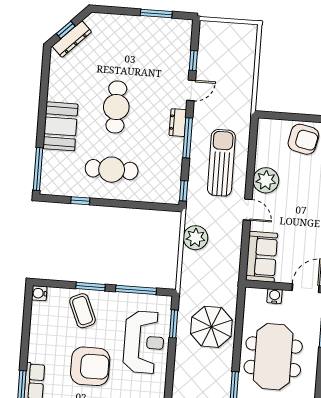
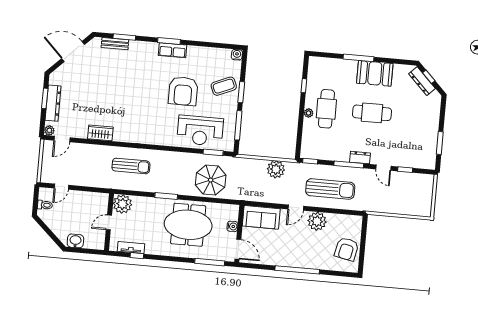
booth: (60, 126) -> (375, 73), moved
window: (38, 169) -> (359, 58), moved
plant: (118, 194) -> (309, 113), added

